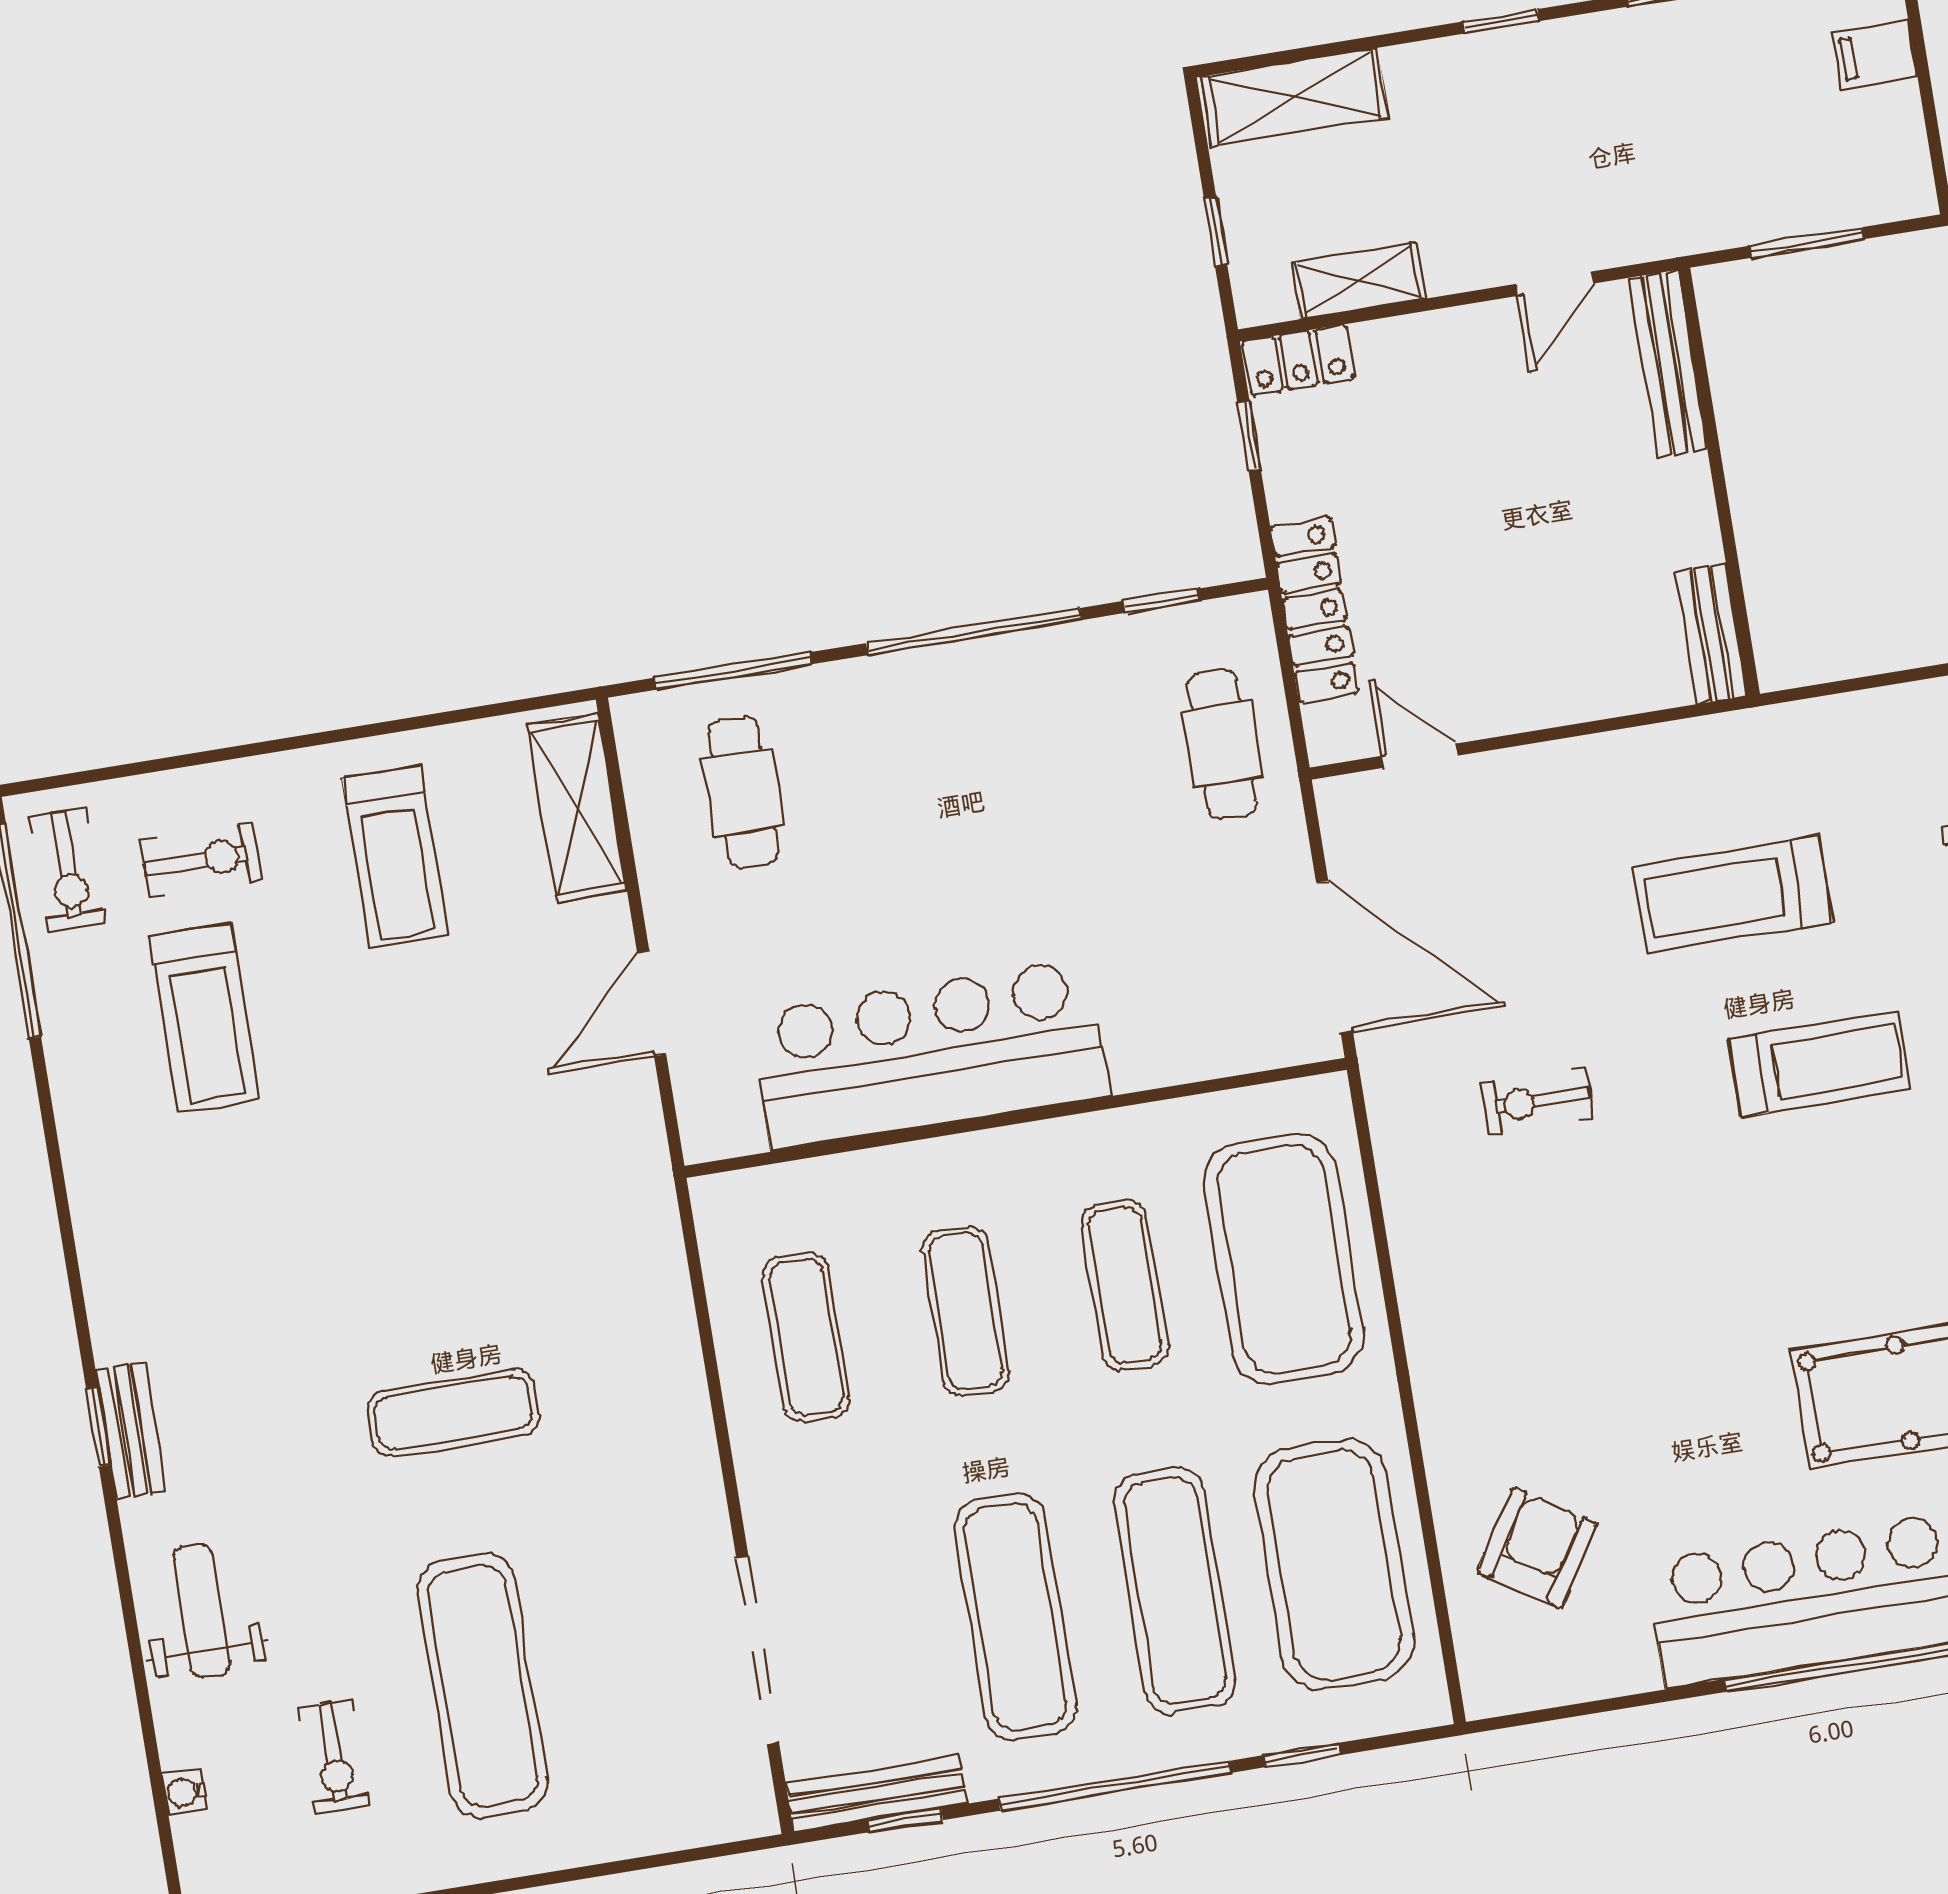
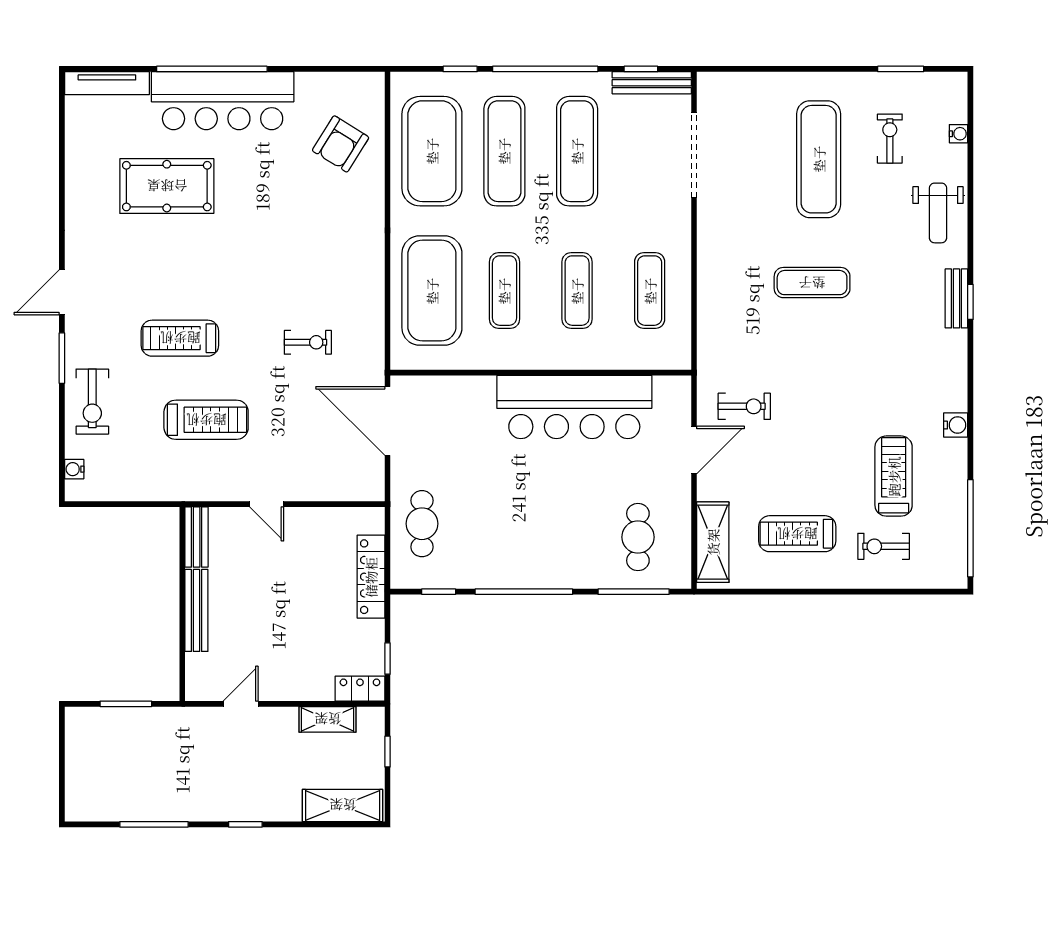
filing cabinet: (1875, 55) -> (82, 782), removed
bench: (1668, 364) -> (196, 610), moved
door: (1419, 756) -> (267, 504), moved
treadmill: (395, 857) -> (797, 534), turned -90
exercise bike: (68, 870) -> (744, 406), moved, turned 90
water cooler: (87, 1152) -> (956, 425), added

